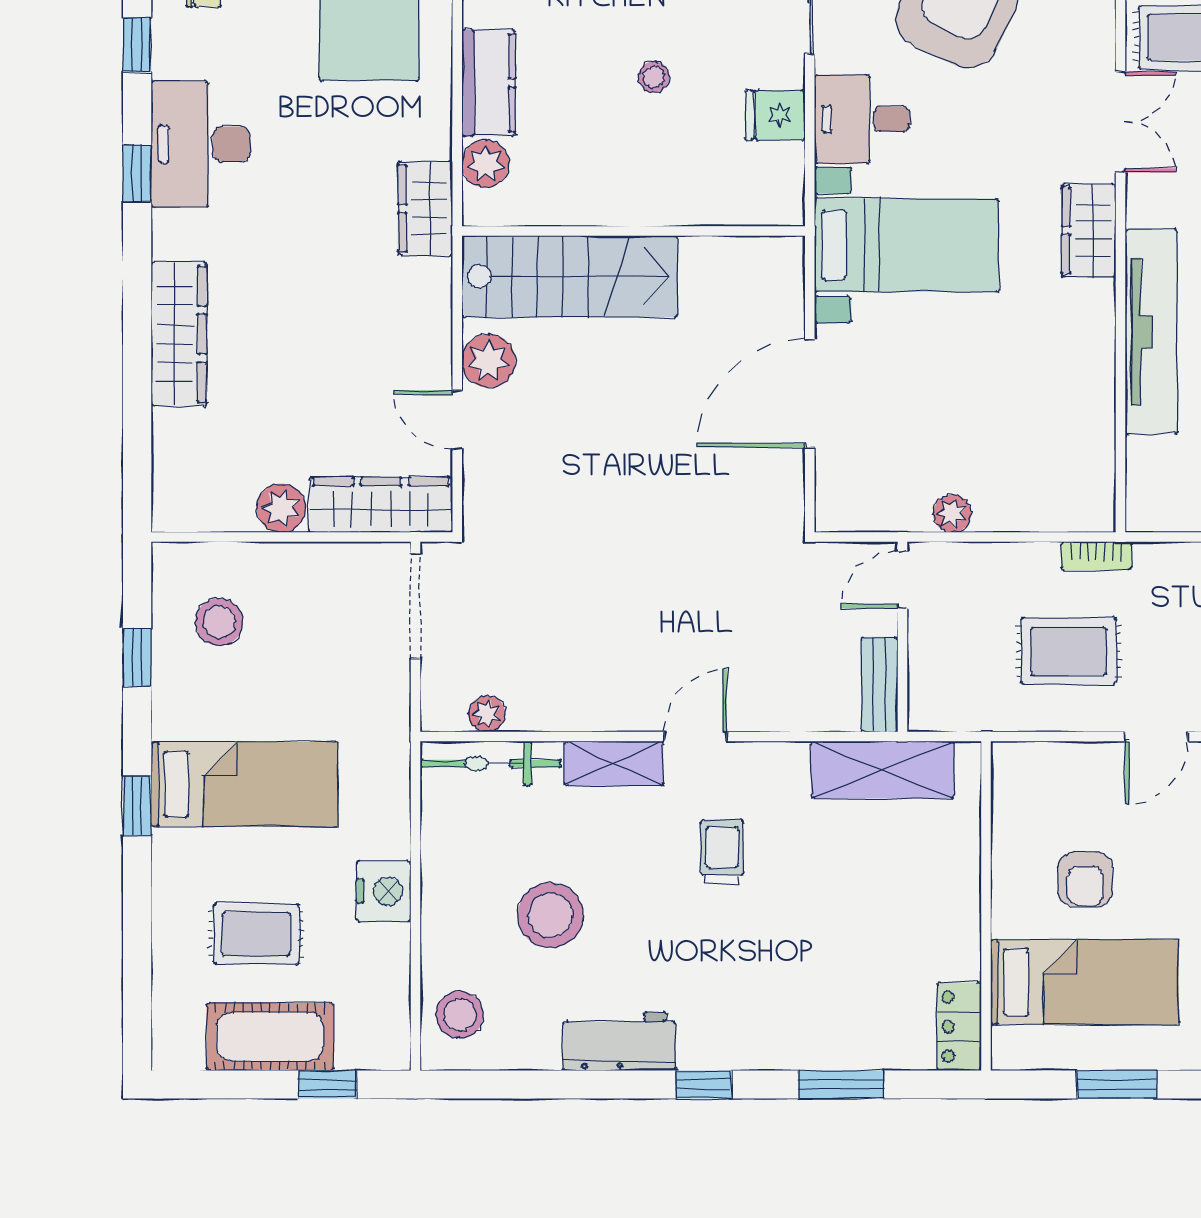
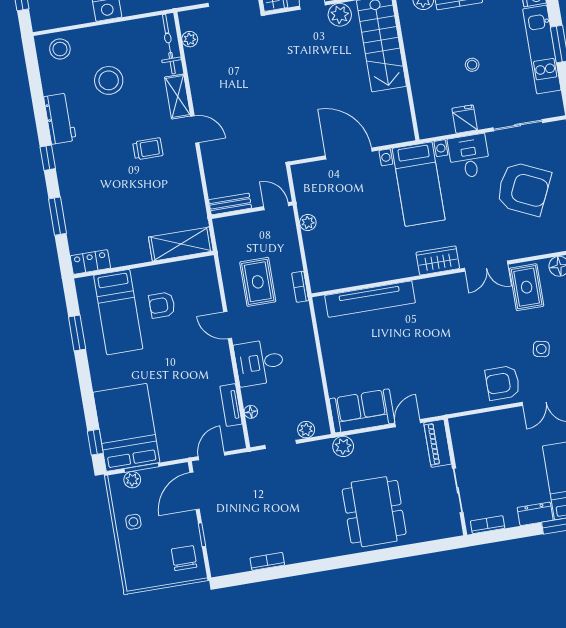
tv unit: (1151, 332) -> (370, 299), moved
shelving: (883, 770) -> (181, 244), moved, turned 90

